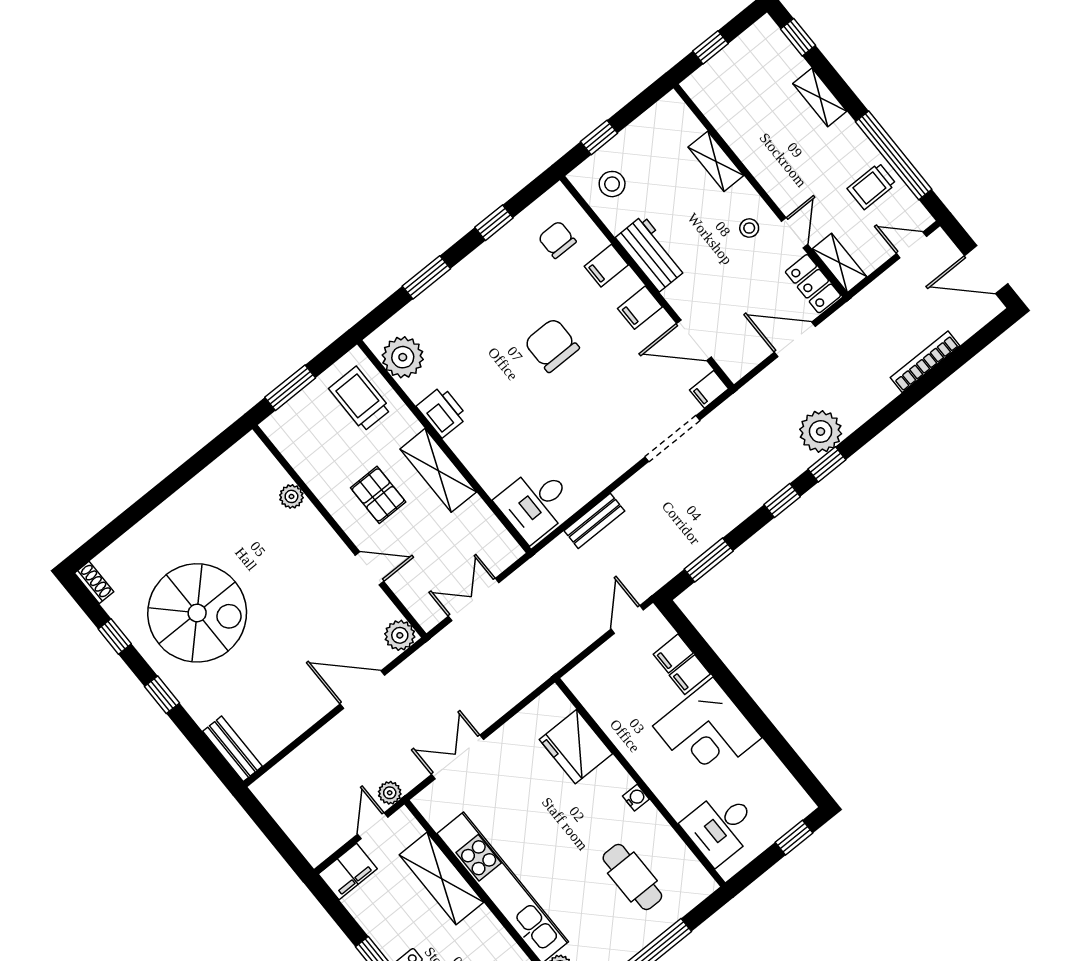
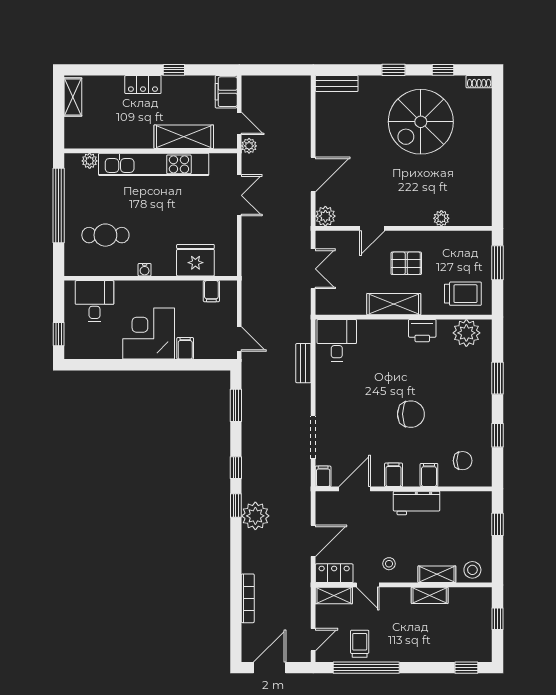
shelving: (820, 97) -> (430, 595), moved
stool: (612, 184) -> (472, 570), moved
filing cabinet: (673, 654) -> (211, 291), moved, turned 180

